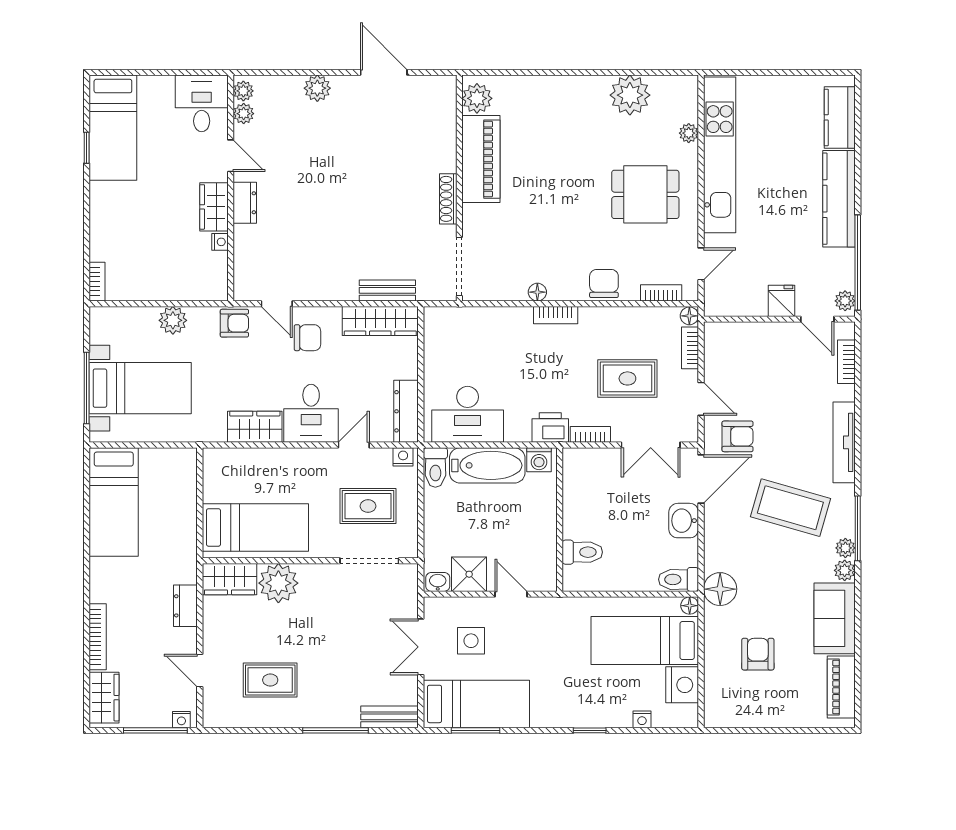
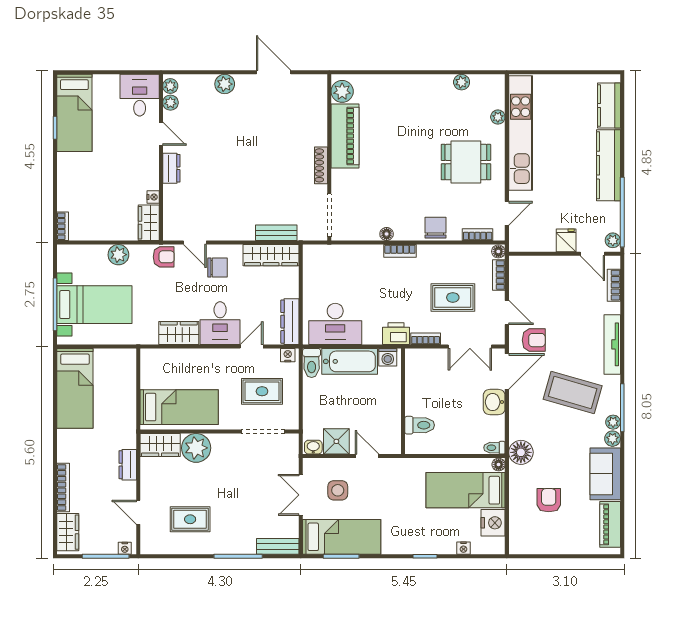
plant: (630, 95) -> (462, 82), width x0.53, depth x0.53
wardrobe: (214, 207) -> (149, 223), moved
toilet: (678, 579) -> (494, 448), width x0.73, depth x0.72

